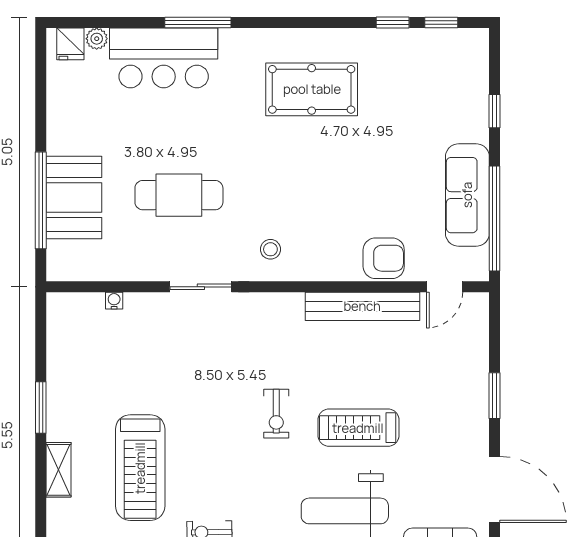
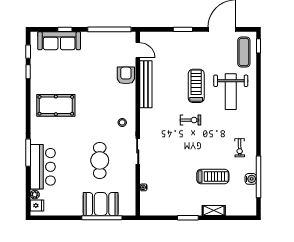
pool table: (312, 89) -> (56, 105), turned 90
sofa: (467, 195) -> (59, 41), moved
treadmill: (358, 428) -> (196, 86), turned 180
treadmill: (140, 468) -> (213, 177), width x0.73, depth x0.73

